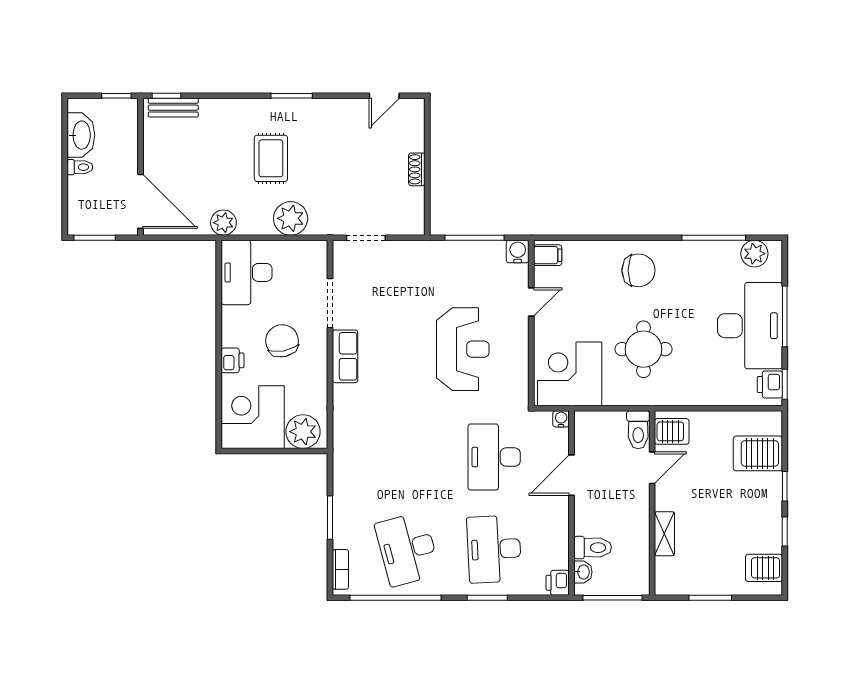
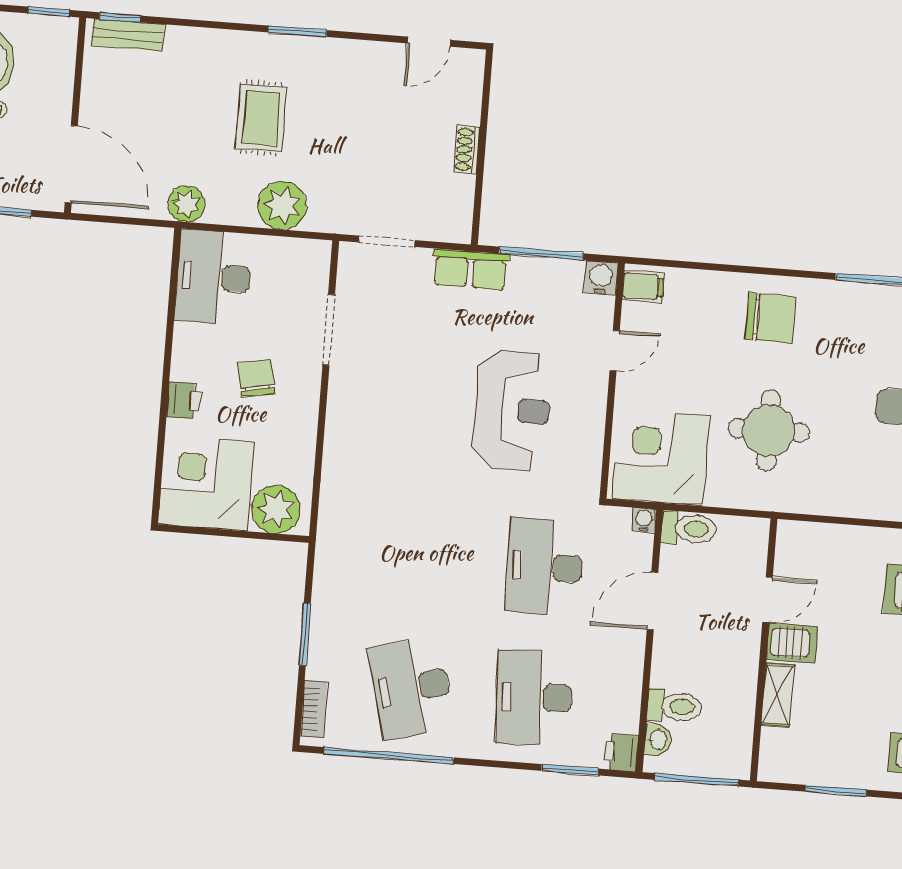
chair: (282, 341) -> (256, 378), width x0.73, depth x0.73
row of seats: (345, 356) -> (470, 269), moved, turned 90
toilet: (638, 430) -> (689, 528), moved, turned -90
server rack: (672, 431) -> (792, 643), moved
window: (487, 598) -> (570, 770), moved

